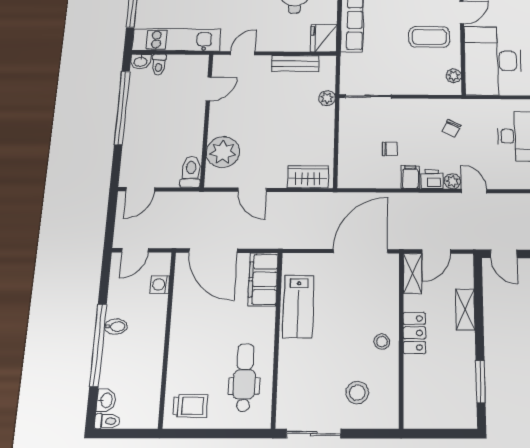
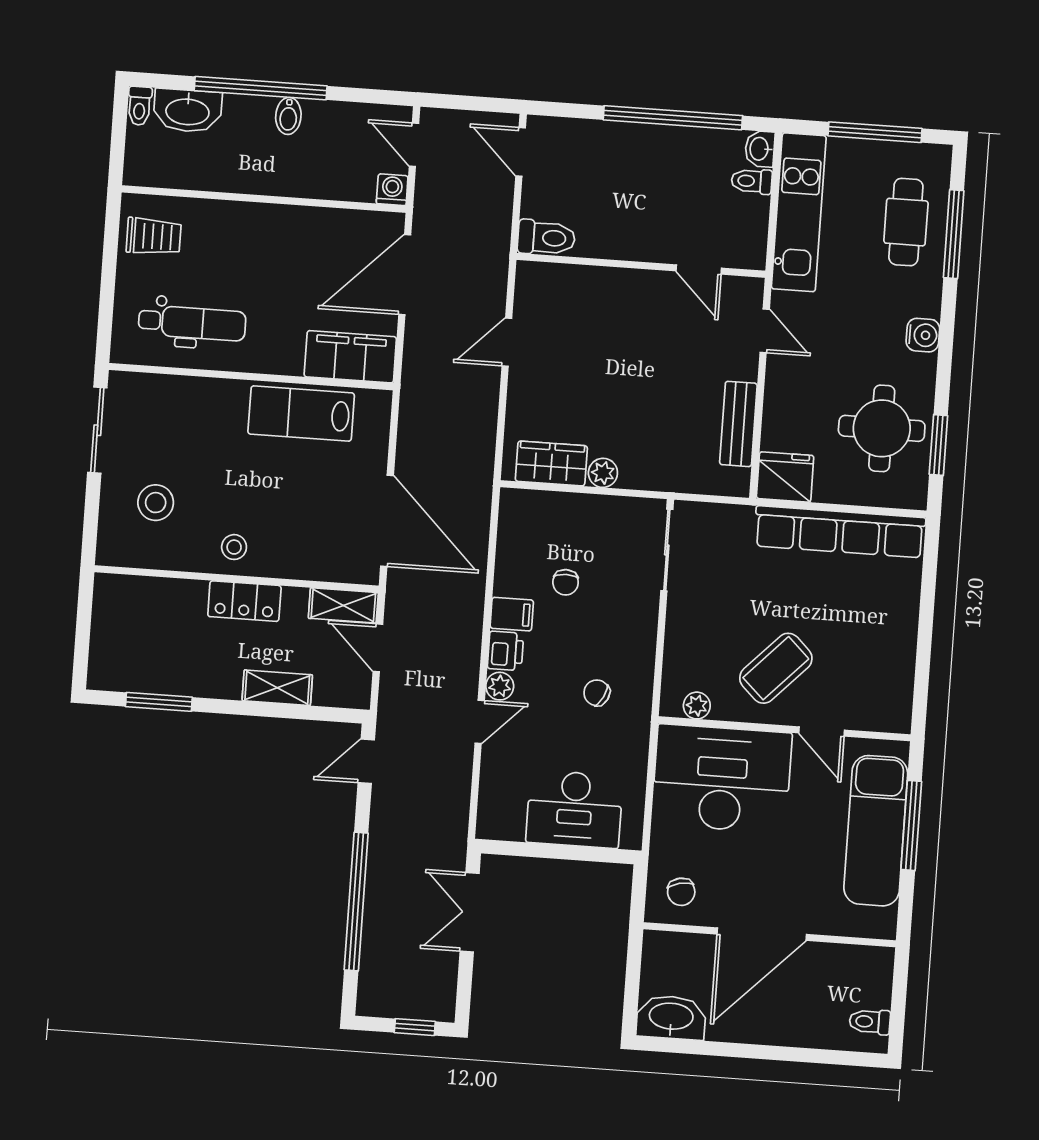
coffee table: (429, 37) -> (776, 668), turned 44
plant: (327, 98) -> (603, 473), moved
plant: (223, 152) -> (579, 293), removed
wardrobe: (308, 177) -> (551, 463), moved, turned -90
washing machine: (160, 284) -> (392, 190), moved
washbasin: (106, 400) -> (188, 111), width x1.91, depth x1.45
trolley: (190, 406) -> (154, 236), turned -90

